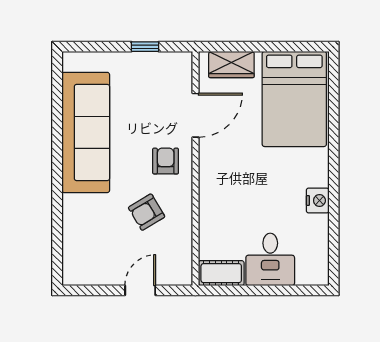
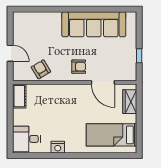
bed: (294, 99) -> (112, 135), width x0.67
armchair: (147, 212) -> (41, 69), moved
desk: (270, 259) -> (27, 139), moved

